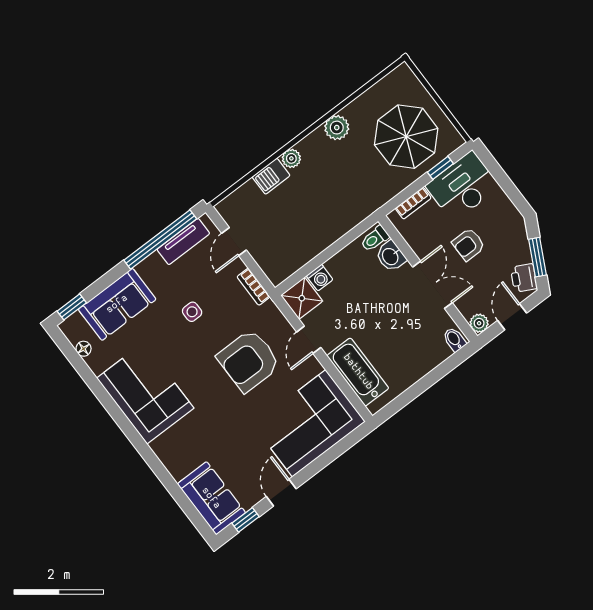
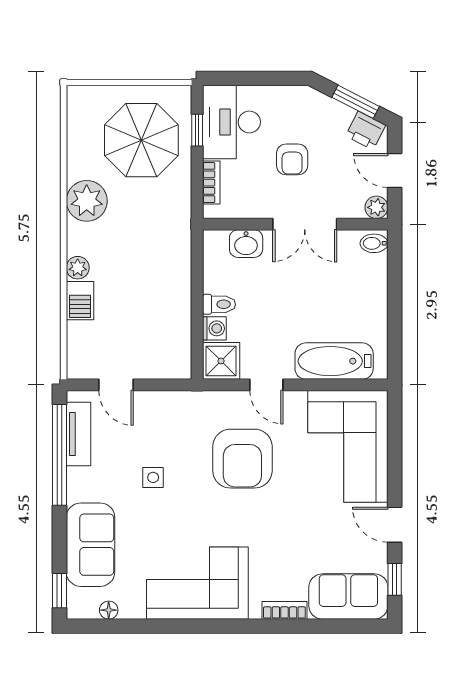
plant: (337, 128) -> (87, 201), width x1.36, depth x1.36
toilet: (375, 239) -> (219, 304), moved, turned -90
double door: (433, 285) -> (305, 224), swing flipped
bookcase: (254, 287) -> (284, 610), moved, turned 180

